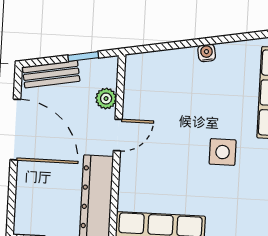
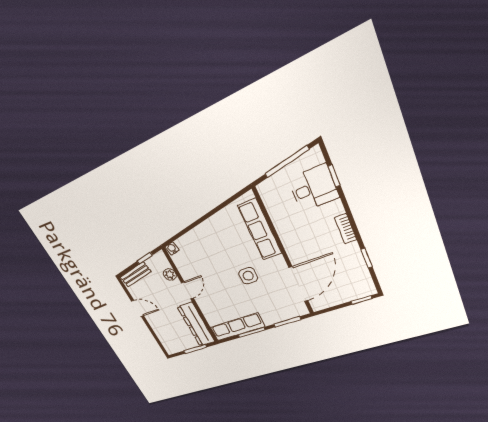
water cooler: (207, 53) -> (172, 249), moved
door: (15, 130) -> (138, 308), width x0.53

